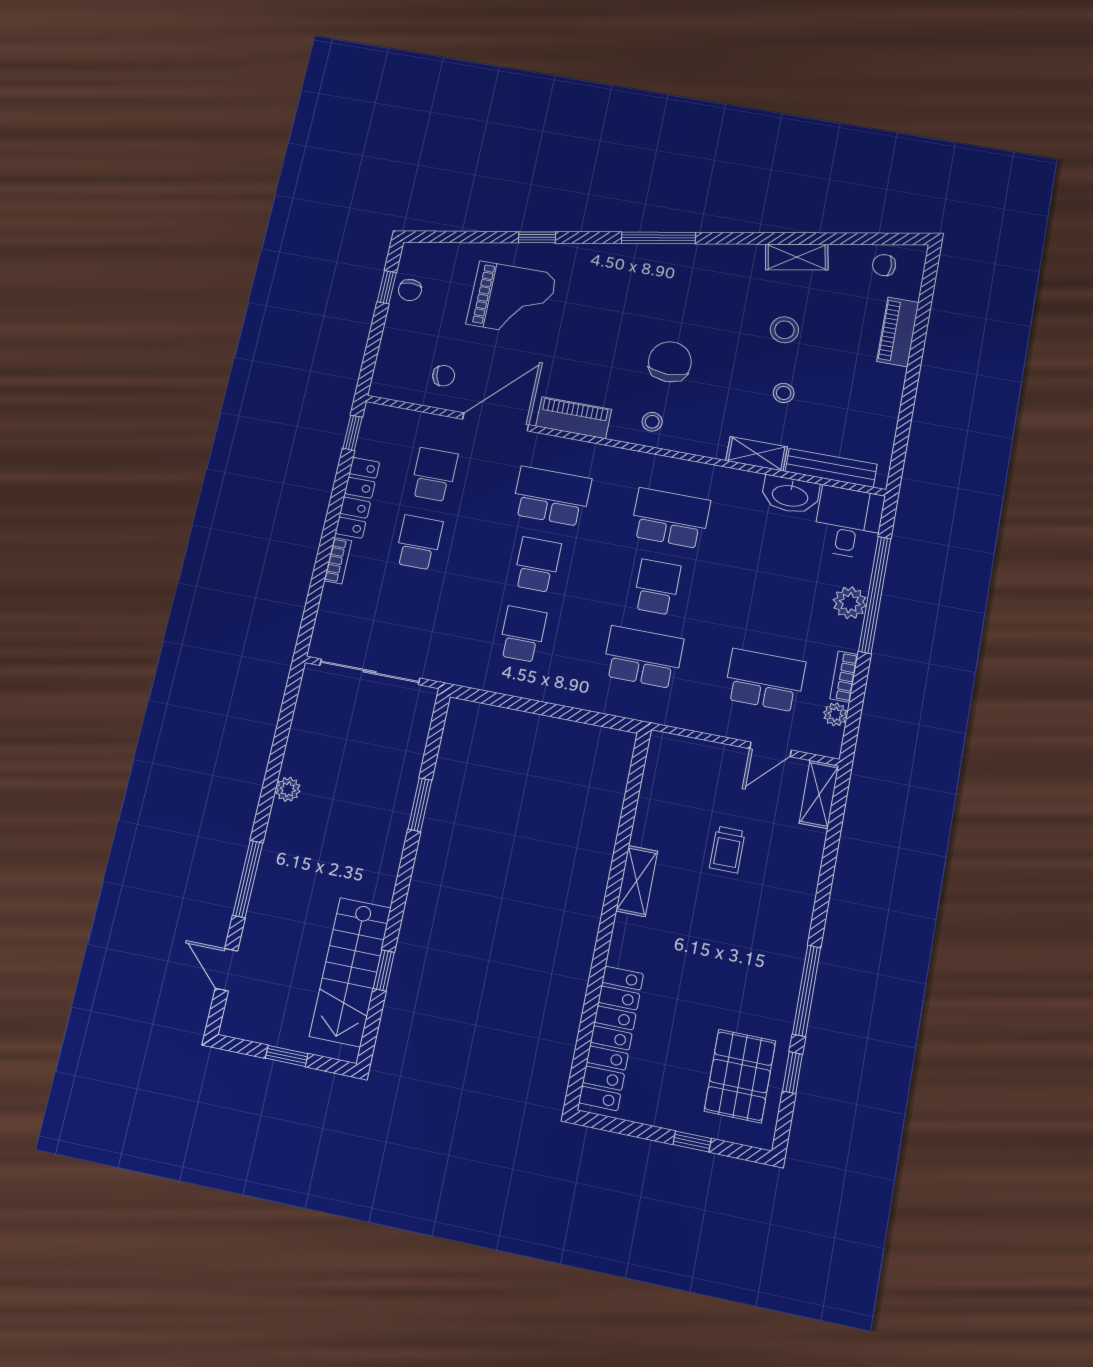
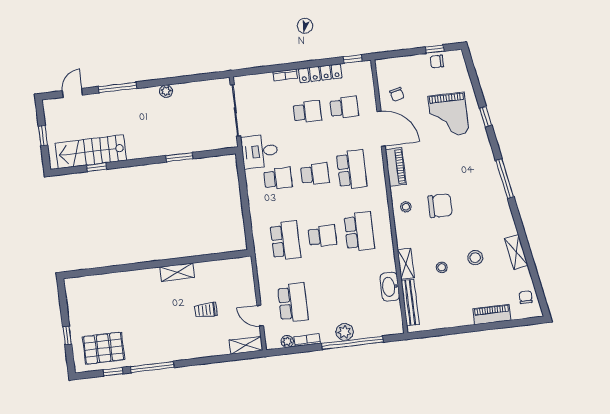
desk: (848, 522) -> (260, 151), moved, turned 180
locker: (611, 1038) -> (101, 284), removed

